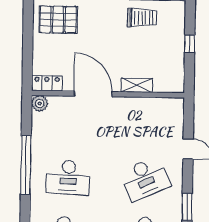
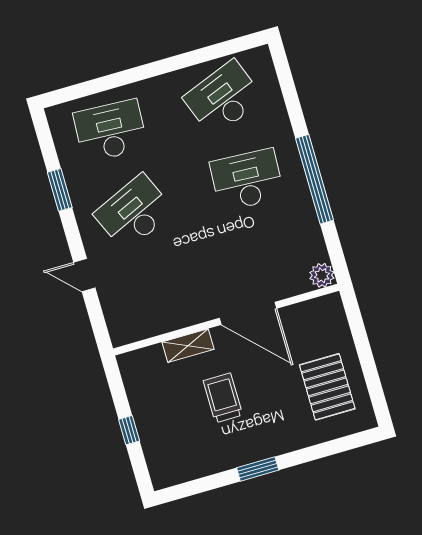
trolley: (142, 18) -> (223, 398), moved, turned 90
pallet: (58, 20) -> (327, 387), moved, turned 90
locker: (47, 83) -> (320, 308), removed

